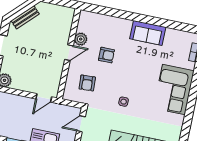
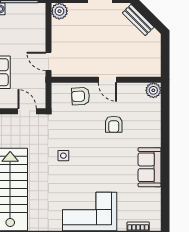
plant: (81, 39) -> (153, 90), moved
armchair: (87, 83) -> (81, 96), moved

